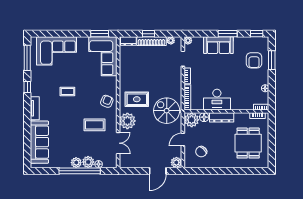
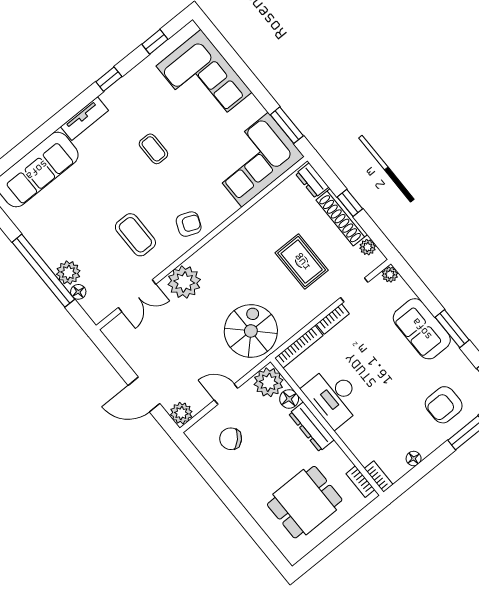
window: (27, 58) -> (155, 42), width x0.46
rug: (137, 99) -> (302, 262), moved
plant: (76, 163) -> (52, 254), removed

